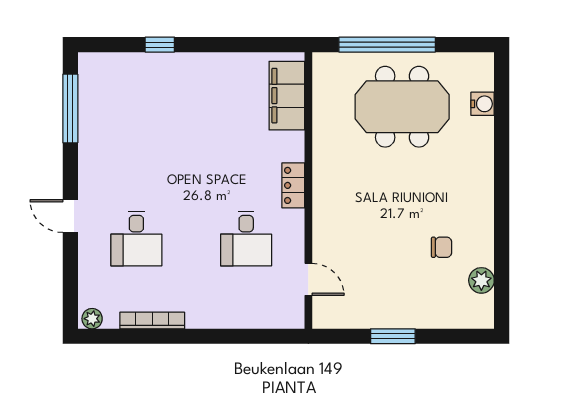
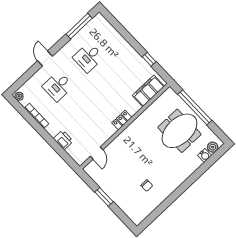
window: (160, 45) -> (149, 59), moved
meeting table: (402, 107) -> (179, 131), turned 90
desk: (246, 238) -> (88, 57), moved
plant: (481, 280) -> (213, 147), moved
printer: (234, 314) -> (63, 140), added

